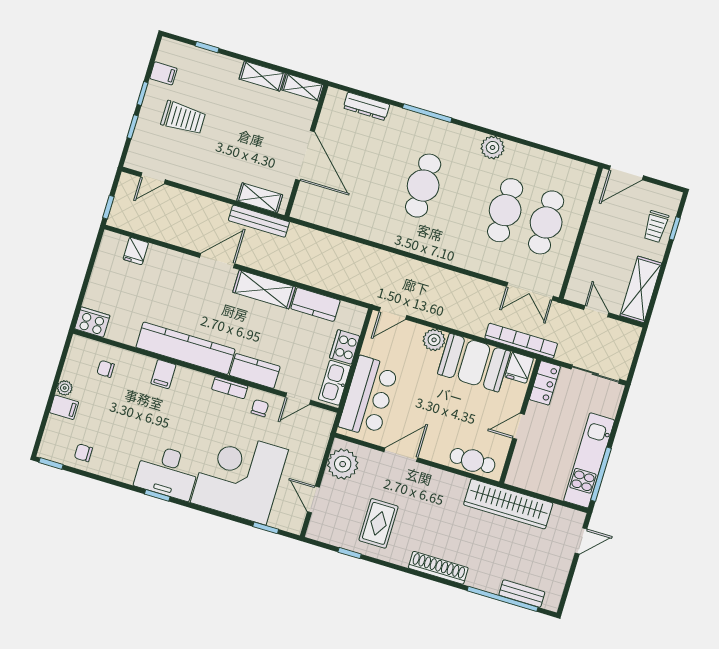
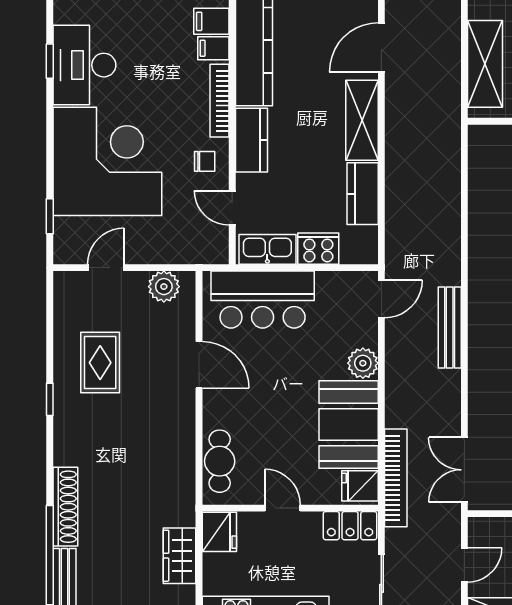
shelving: (260, 198) -> (485, 64), width x1.50, depth x1.33
bench: (259, 221) -> (450, 328), moved
door: (217, 261) -> (381, 47), swing flipped
door: (393, 313) -> (381, 299), swing flipped
filing cabinet: (183, 378) -> (213, 48), added
bookcase: (230, 388) -> (220, 101), width x1.56
plant: (343, 464) -> (164, 287), width x0.73, depth x0.73
fridge: (522, 476) -> (219, 532), added
wardrobe: (508, 504) -> (180, 556), width x0.48, depth x0.85
rug: (379, 523) -> (100, 363), turned 90
window: (350, 553) -> (50, 399), moved
shoe rack: (438, 568) -> (65, 507), moved

